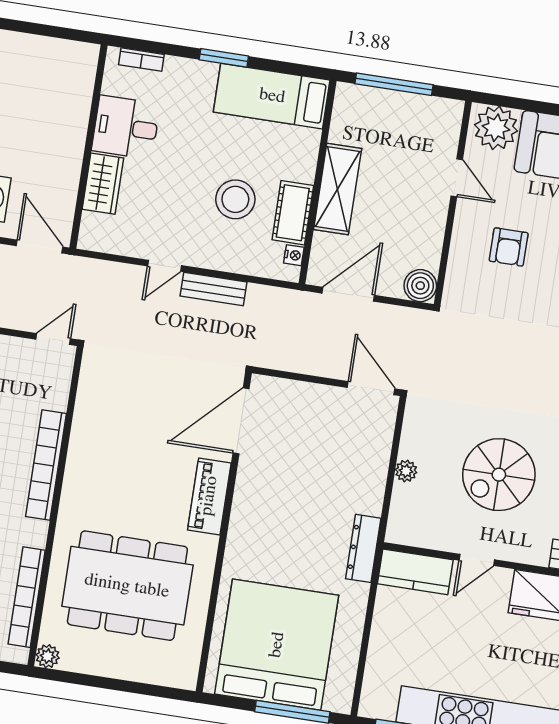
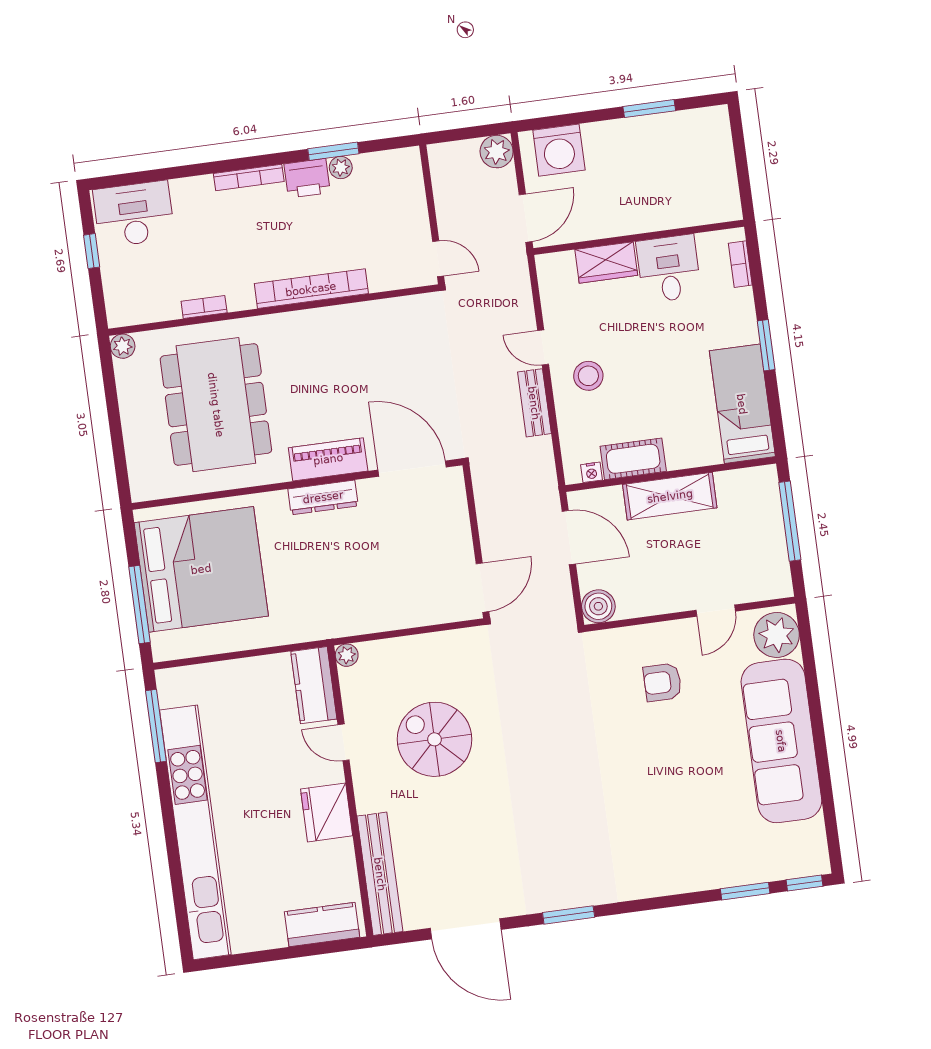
stool: (235, 199) -> (588, 376), moved, width x0.73, depth x0.73
plant: (406, 471) -> (347, 655), moved
dresser: (363, 548) -> (323, 497), moved, turned 180
bookcase: (27, 597) -> (204, 307), width x0.43, depth x0.76

